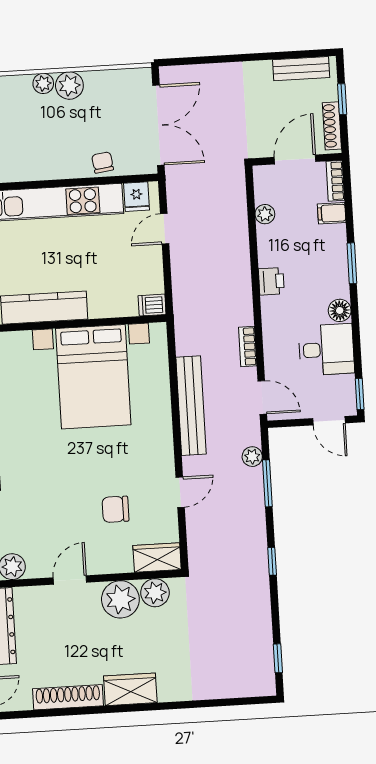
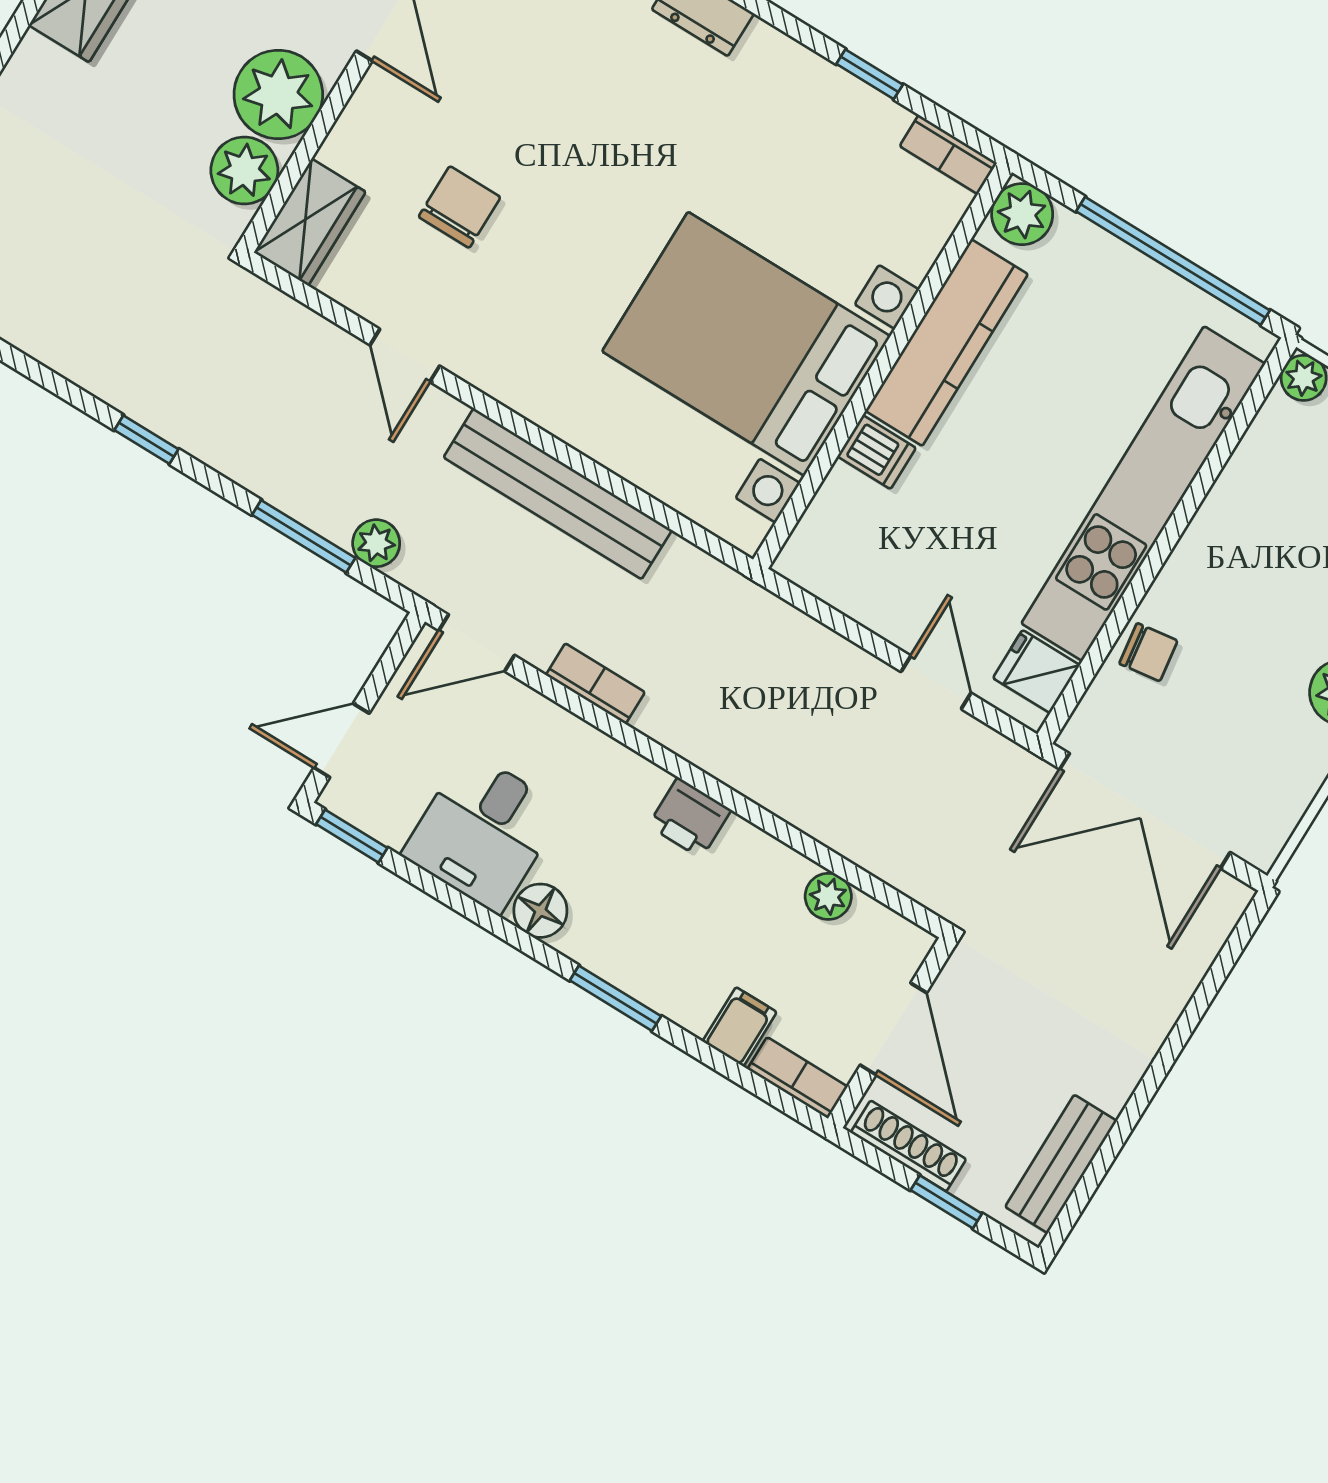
dishwasher: (152, 305) -> (877, 452), moved, turned 90

